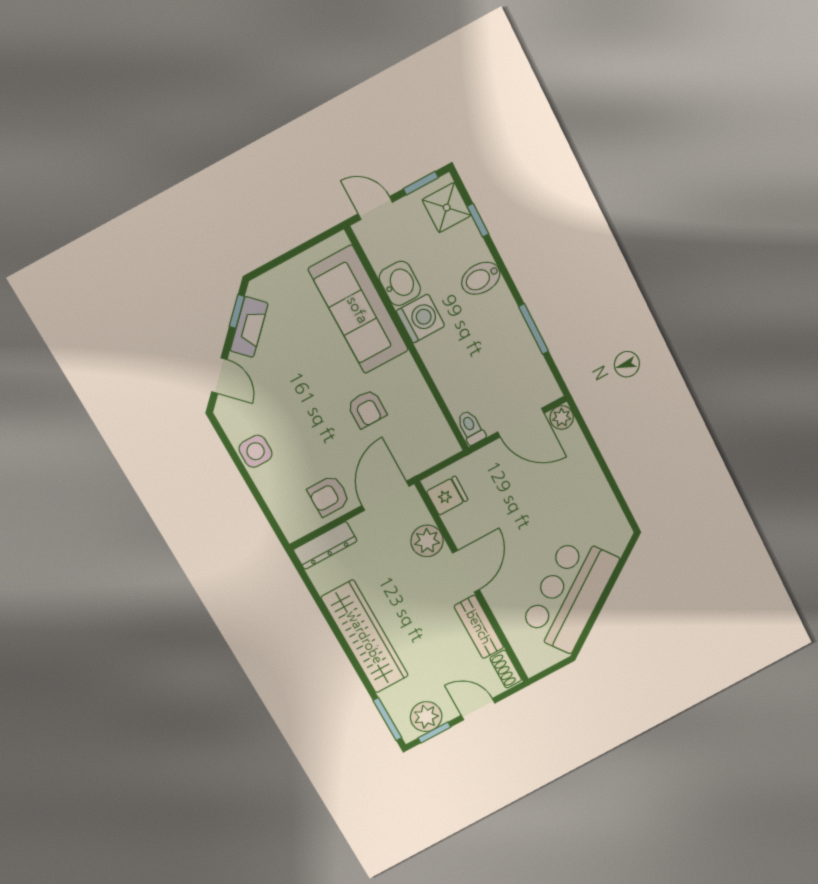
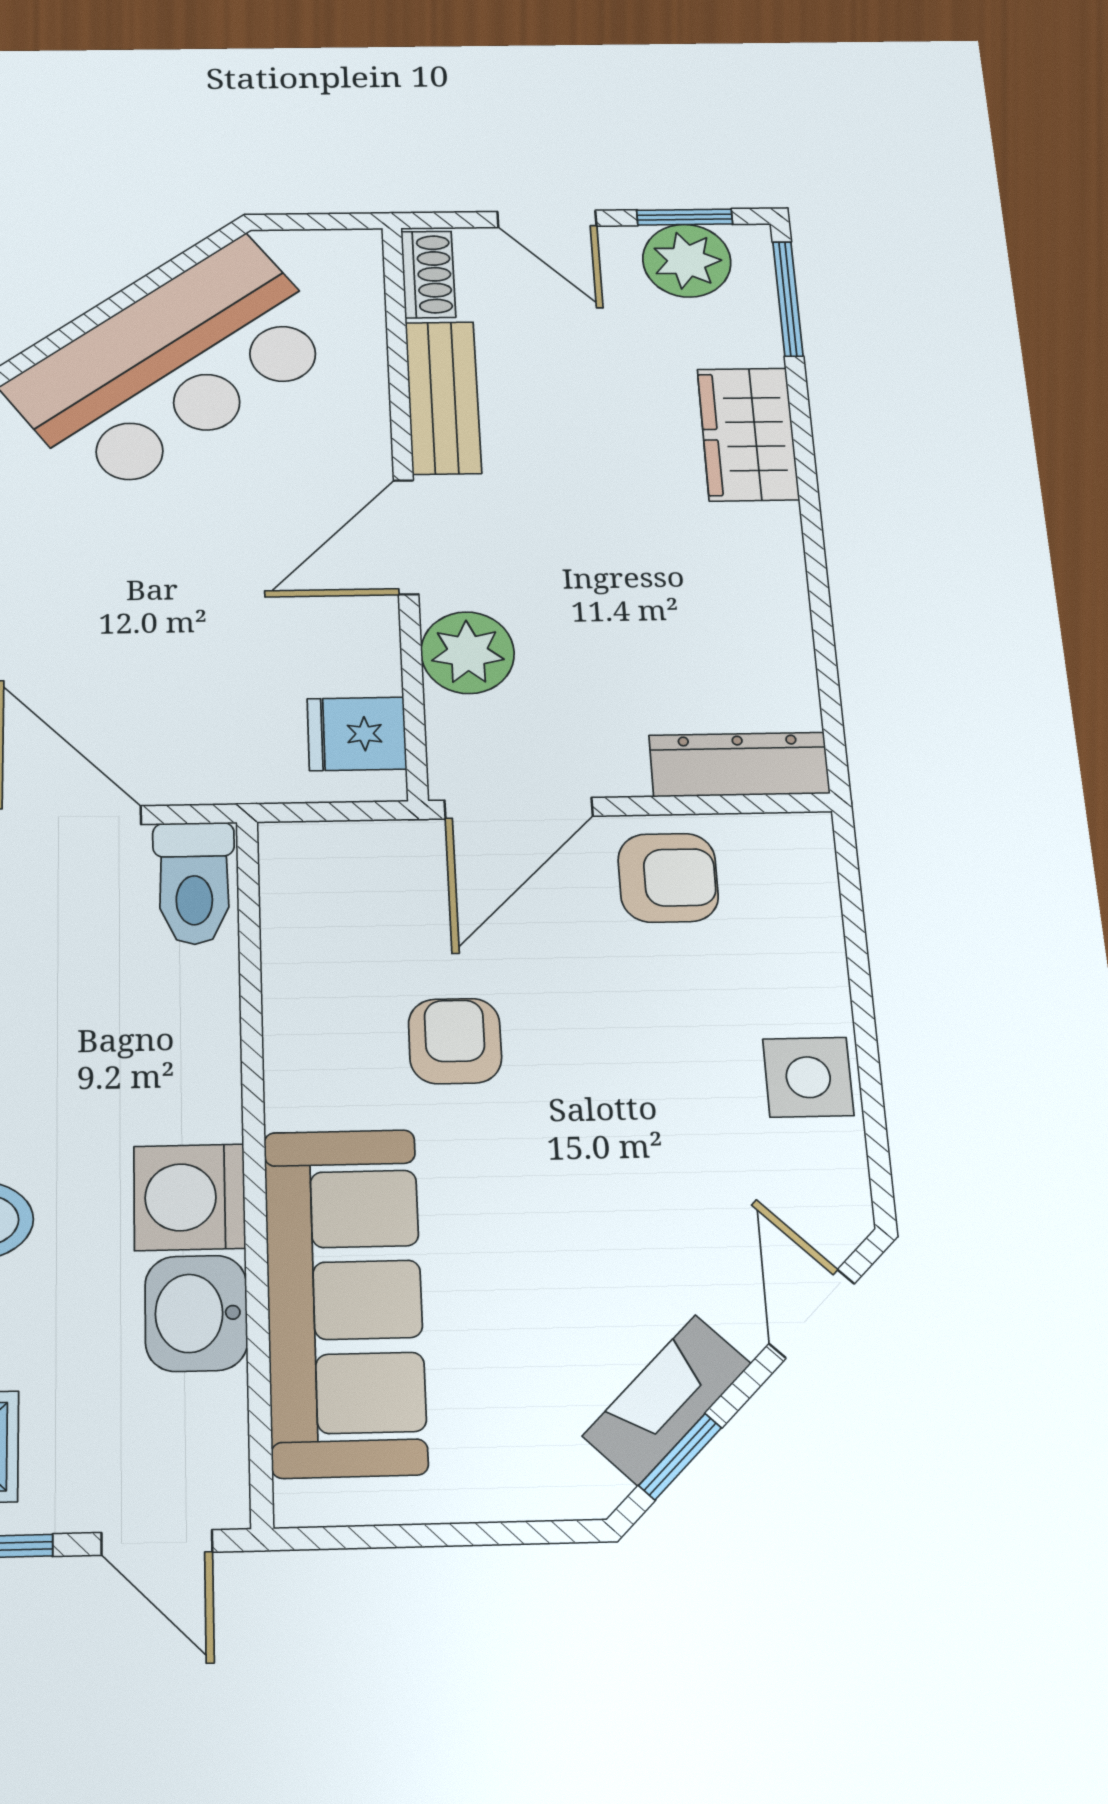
toilet: (471, 428) -> (194, 883), width x1.37, depth x1.39
wardrobe: (365, 637) -> (748, 434), width x0.48, depth x0.85

